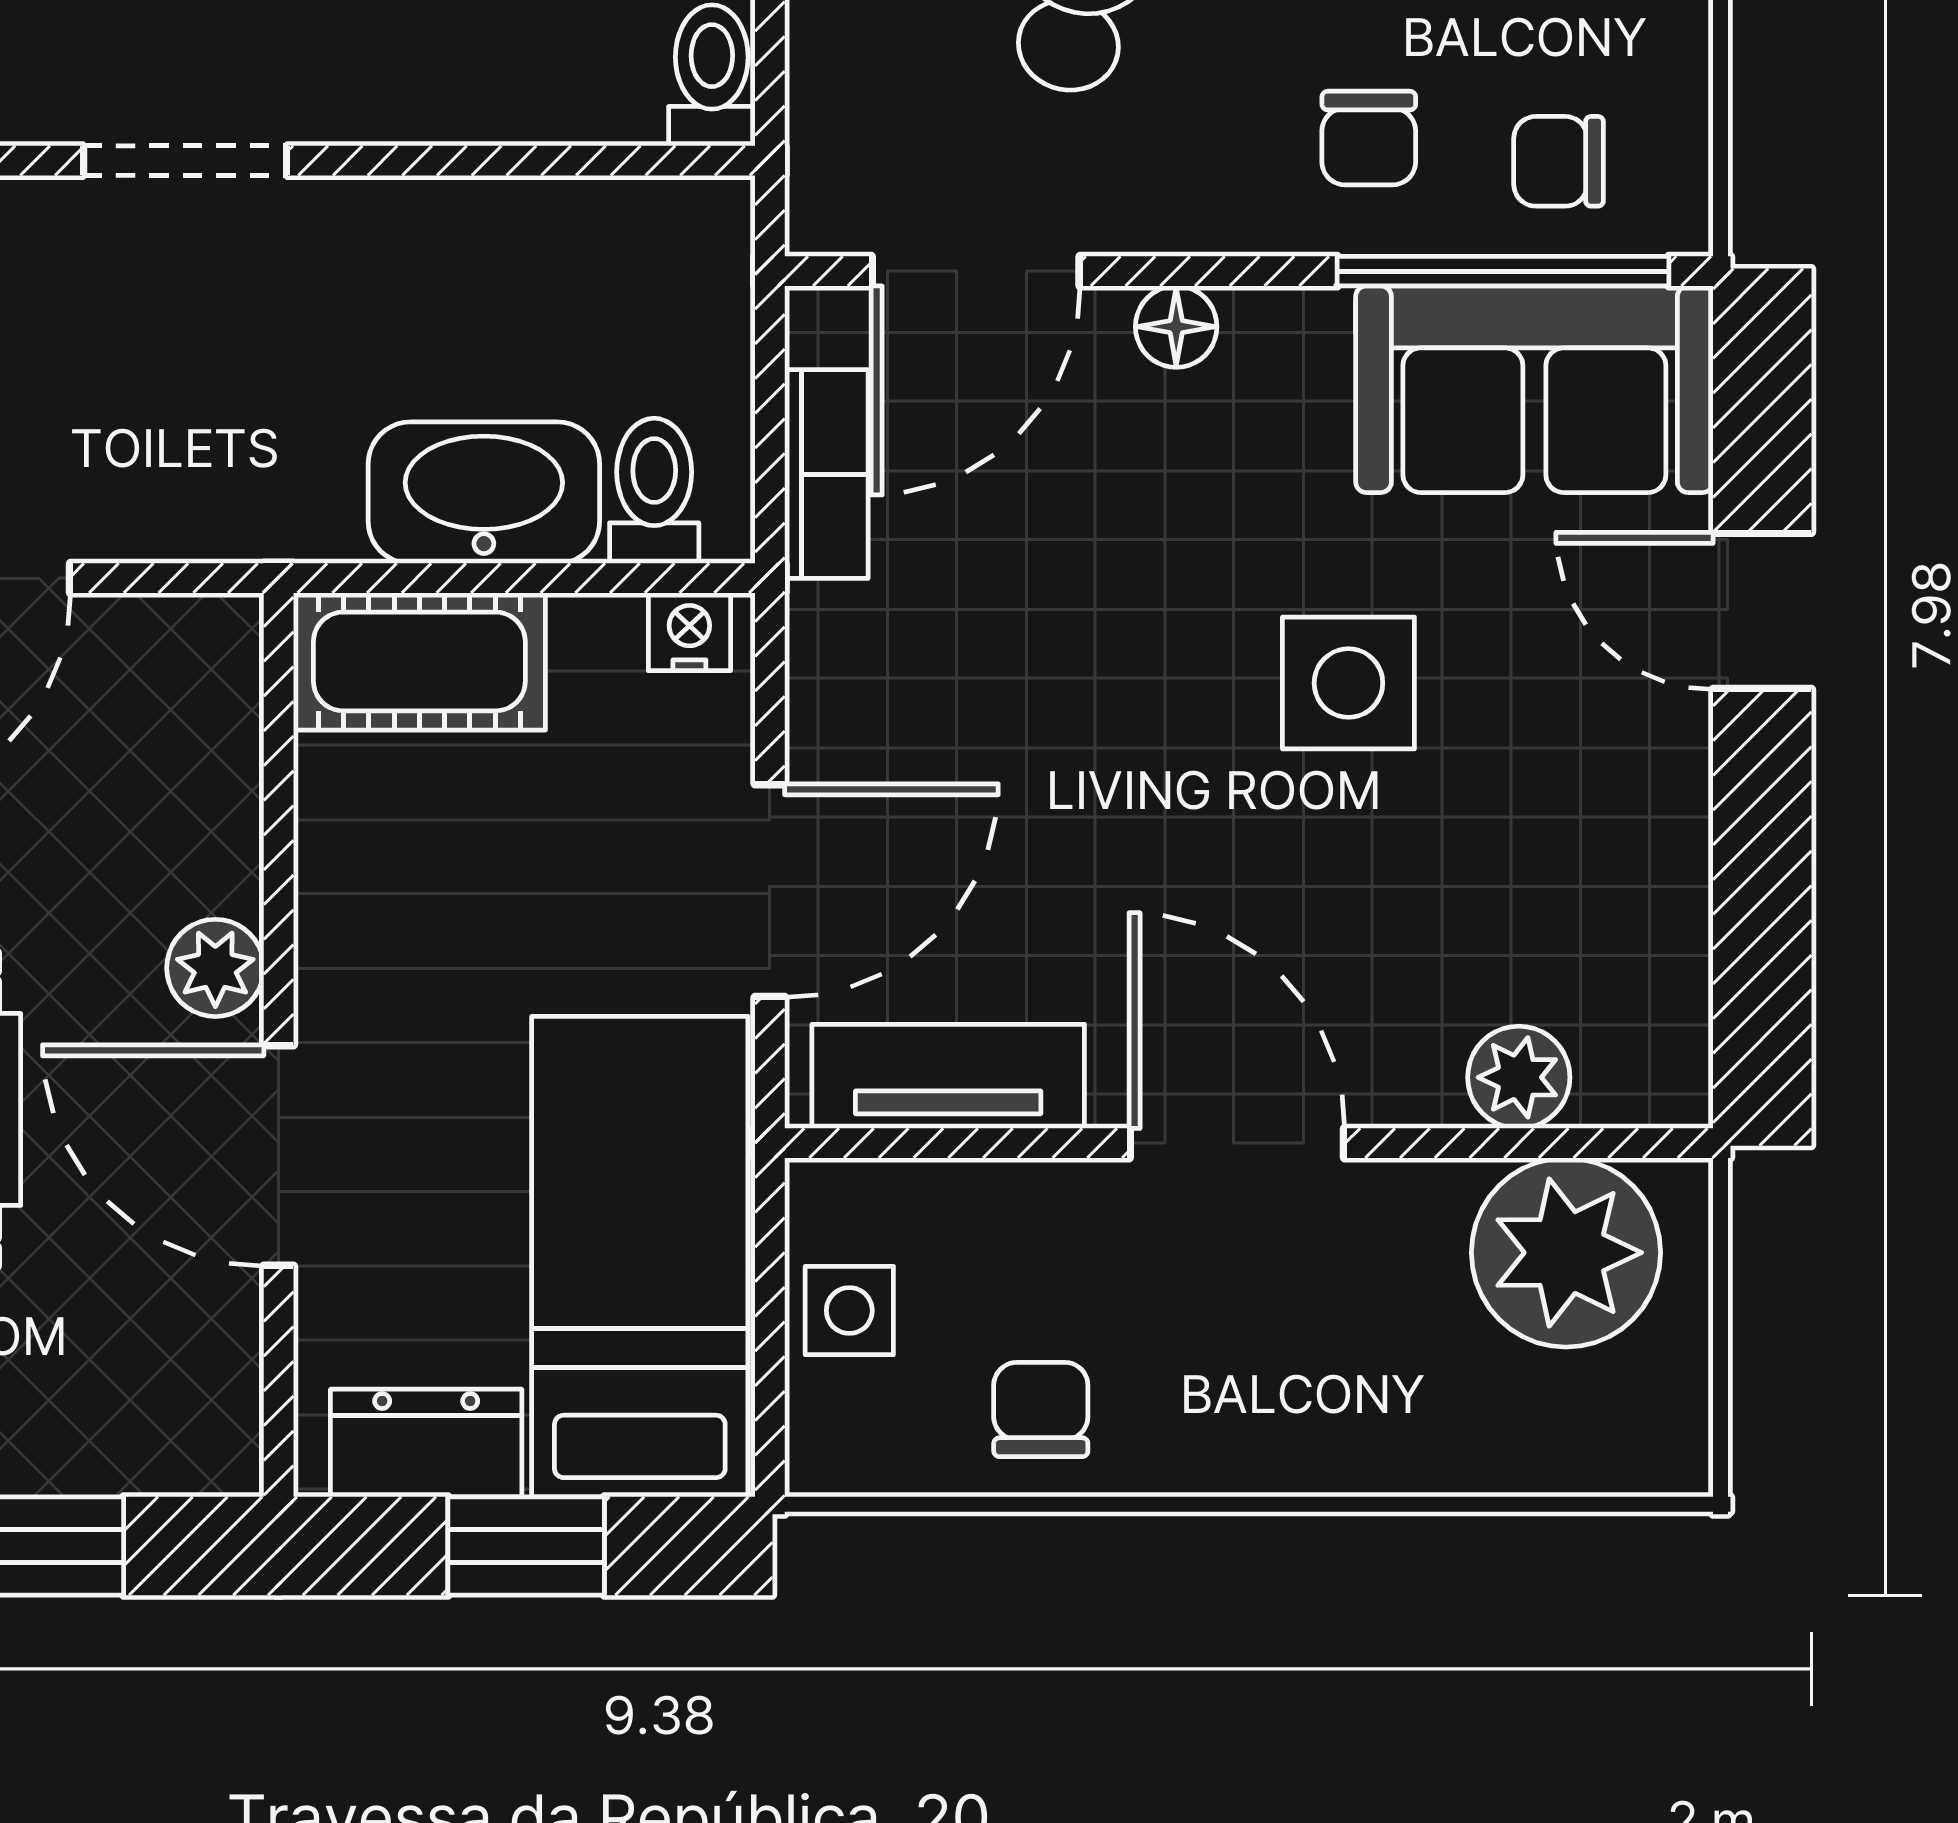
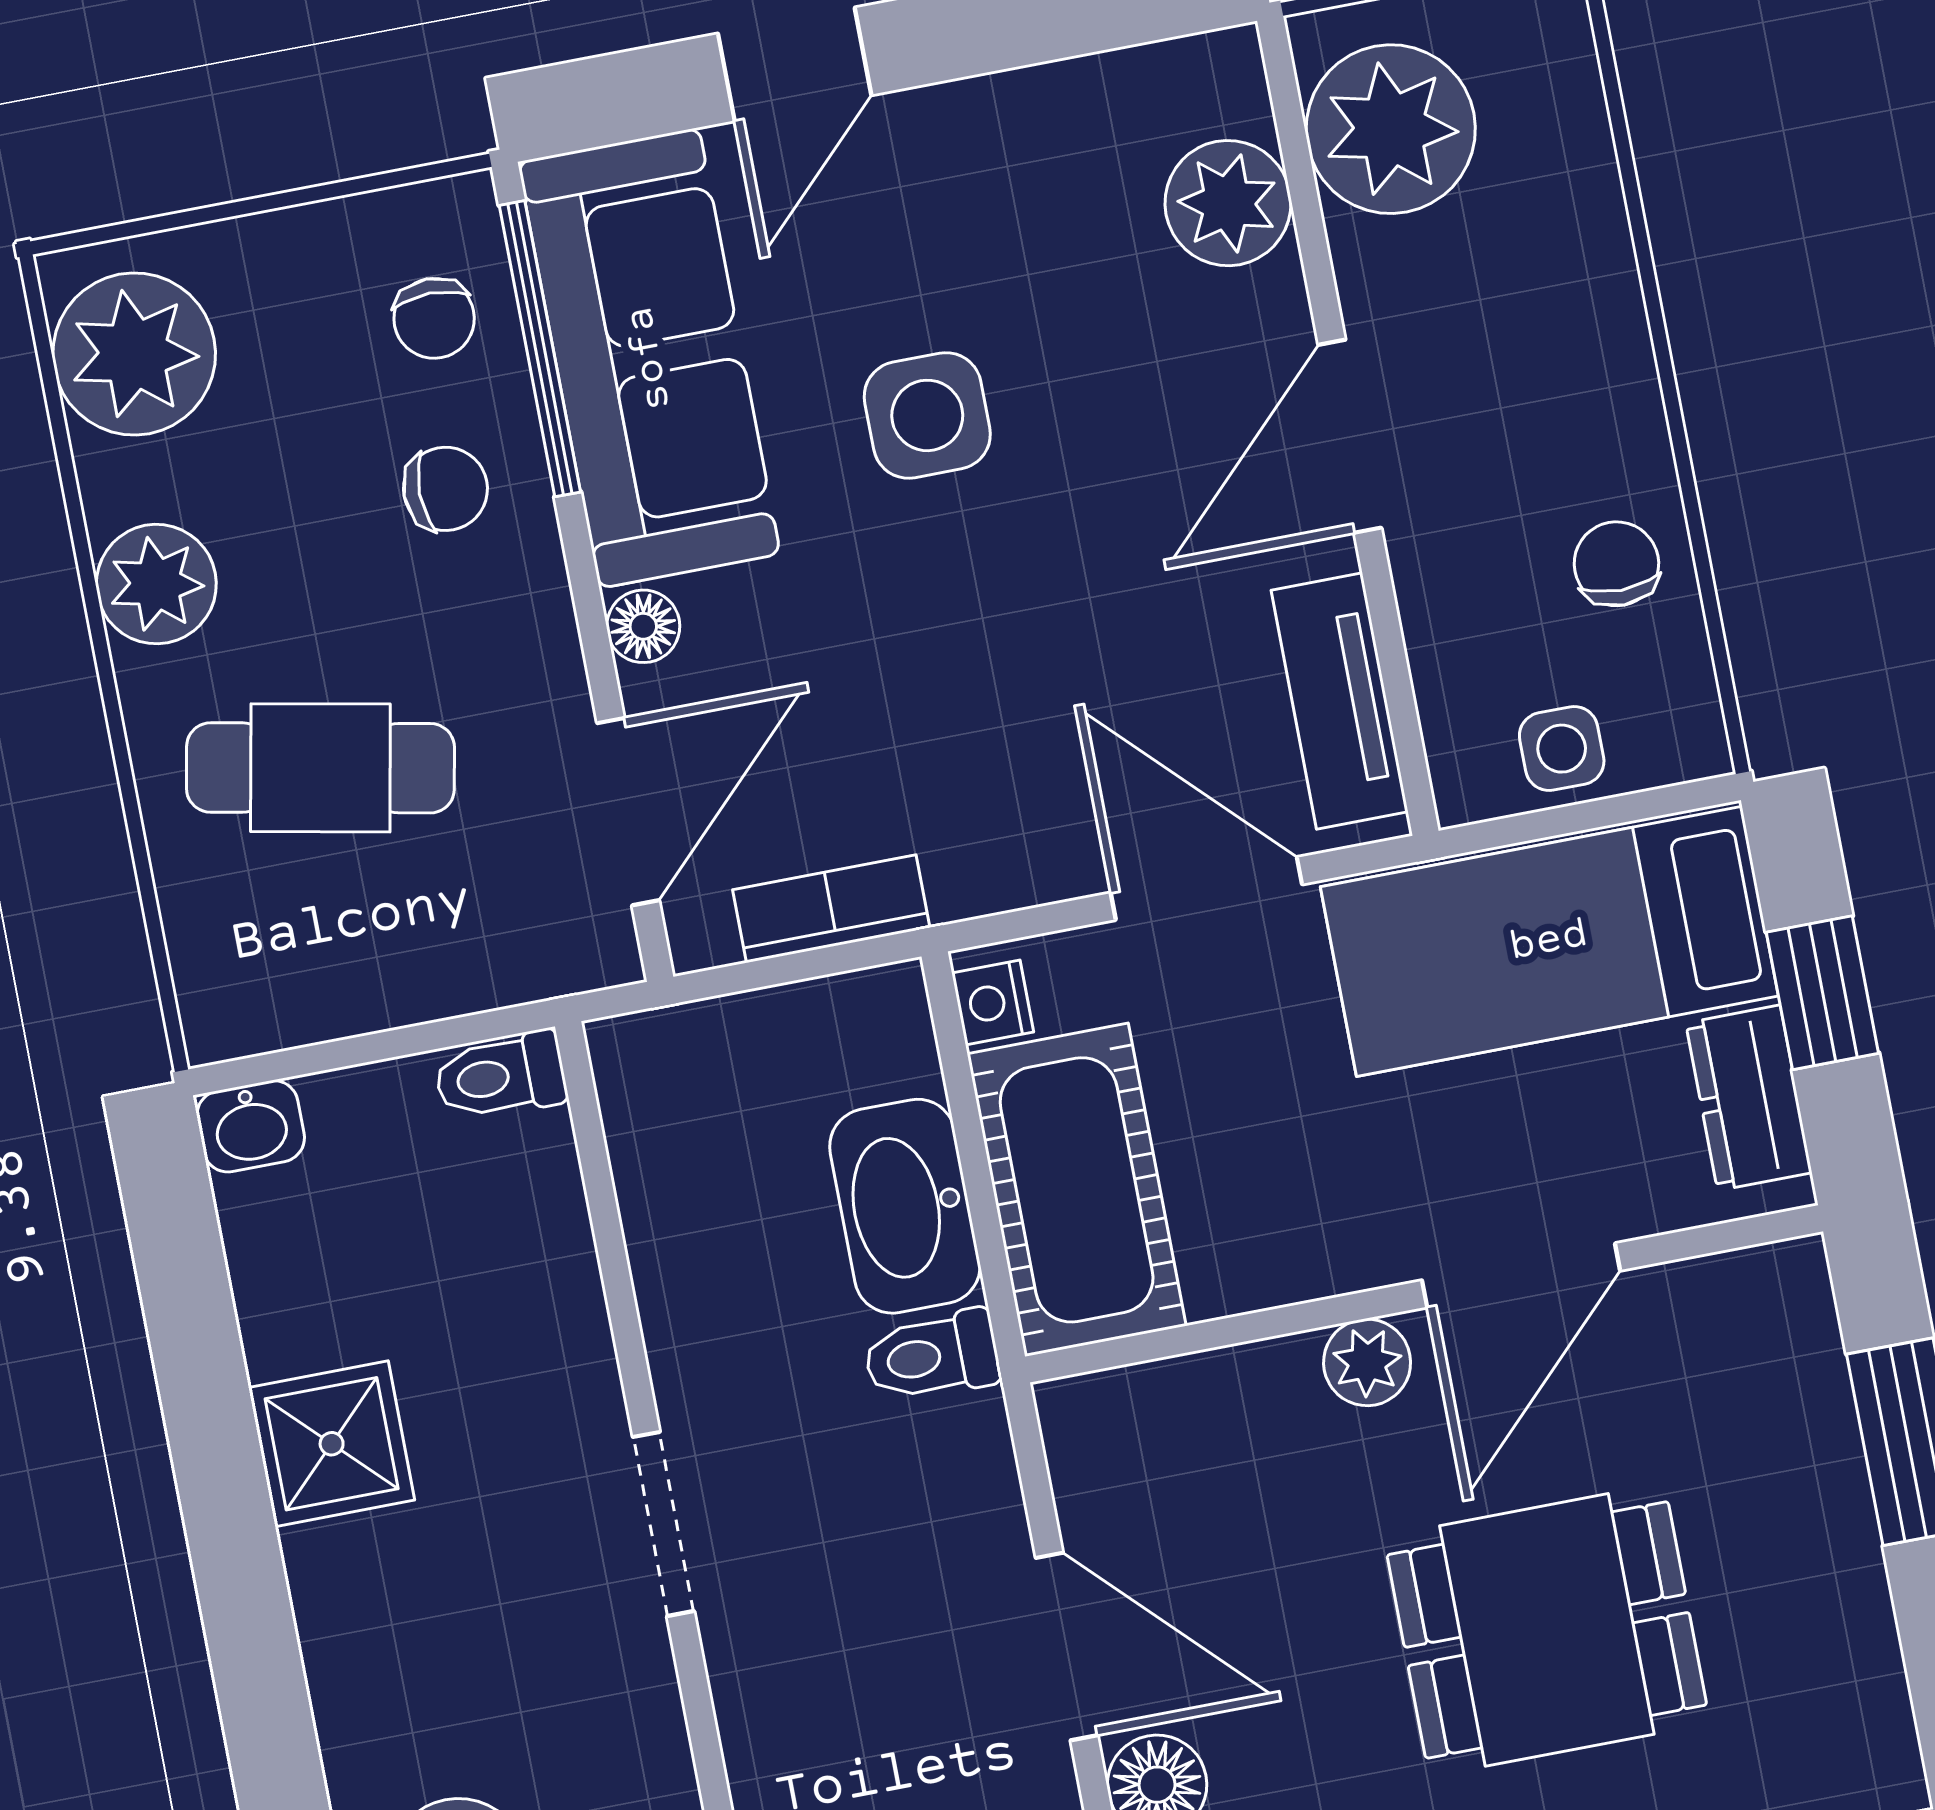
door: (976, 271) -> (628, 812), hinge flipped
sofa: (1534, 389) -> (649, 358), width x1.36
toilet: (654, 491) -> (932, 1356), moved
cot: (419, 661) -> (1077, 1190), width x1.37, depth x1.34
plant: (1519, 1077) -> (1228, 203), width x1.38, depth x1.38
chair: (1041, 1409) -> (1616, 564), turned 90

